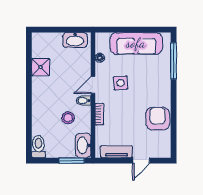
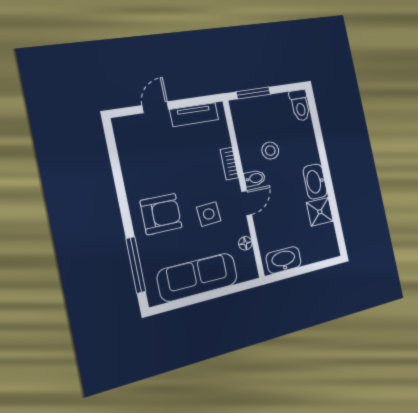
armchair: (158, 119) -> (161, 214), moved, turned -90
washbasin: (83, 145) -> (315, 182), moved, turned 180

